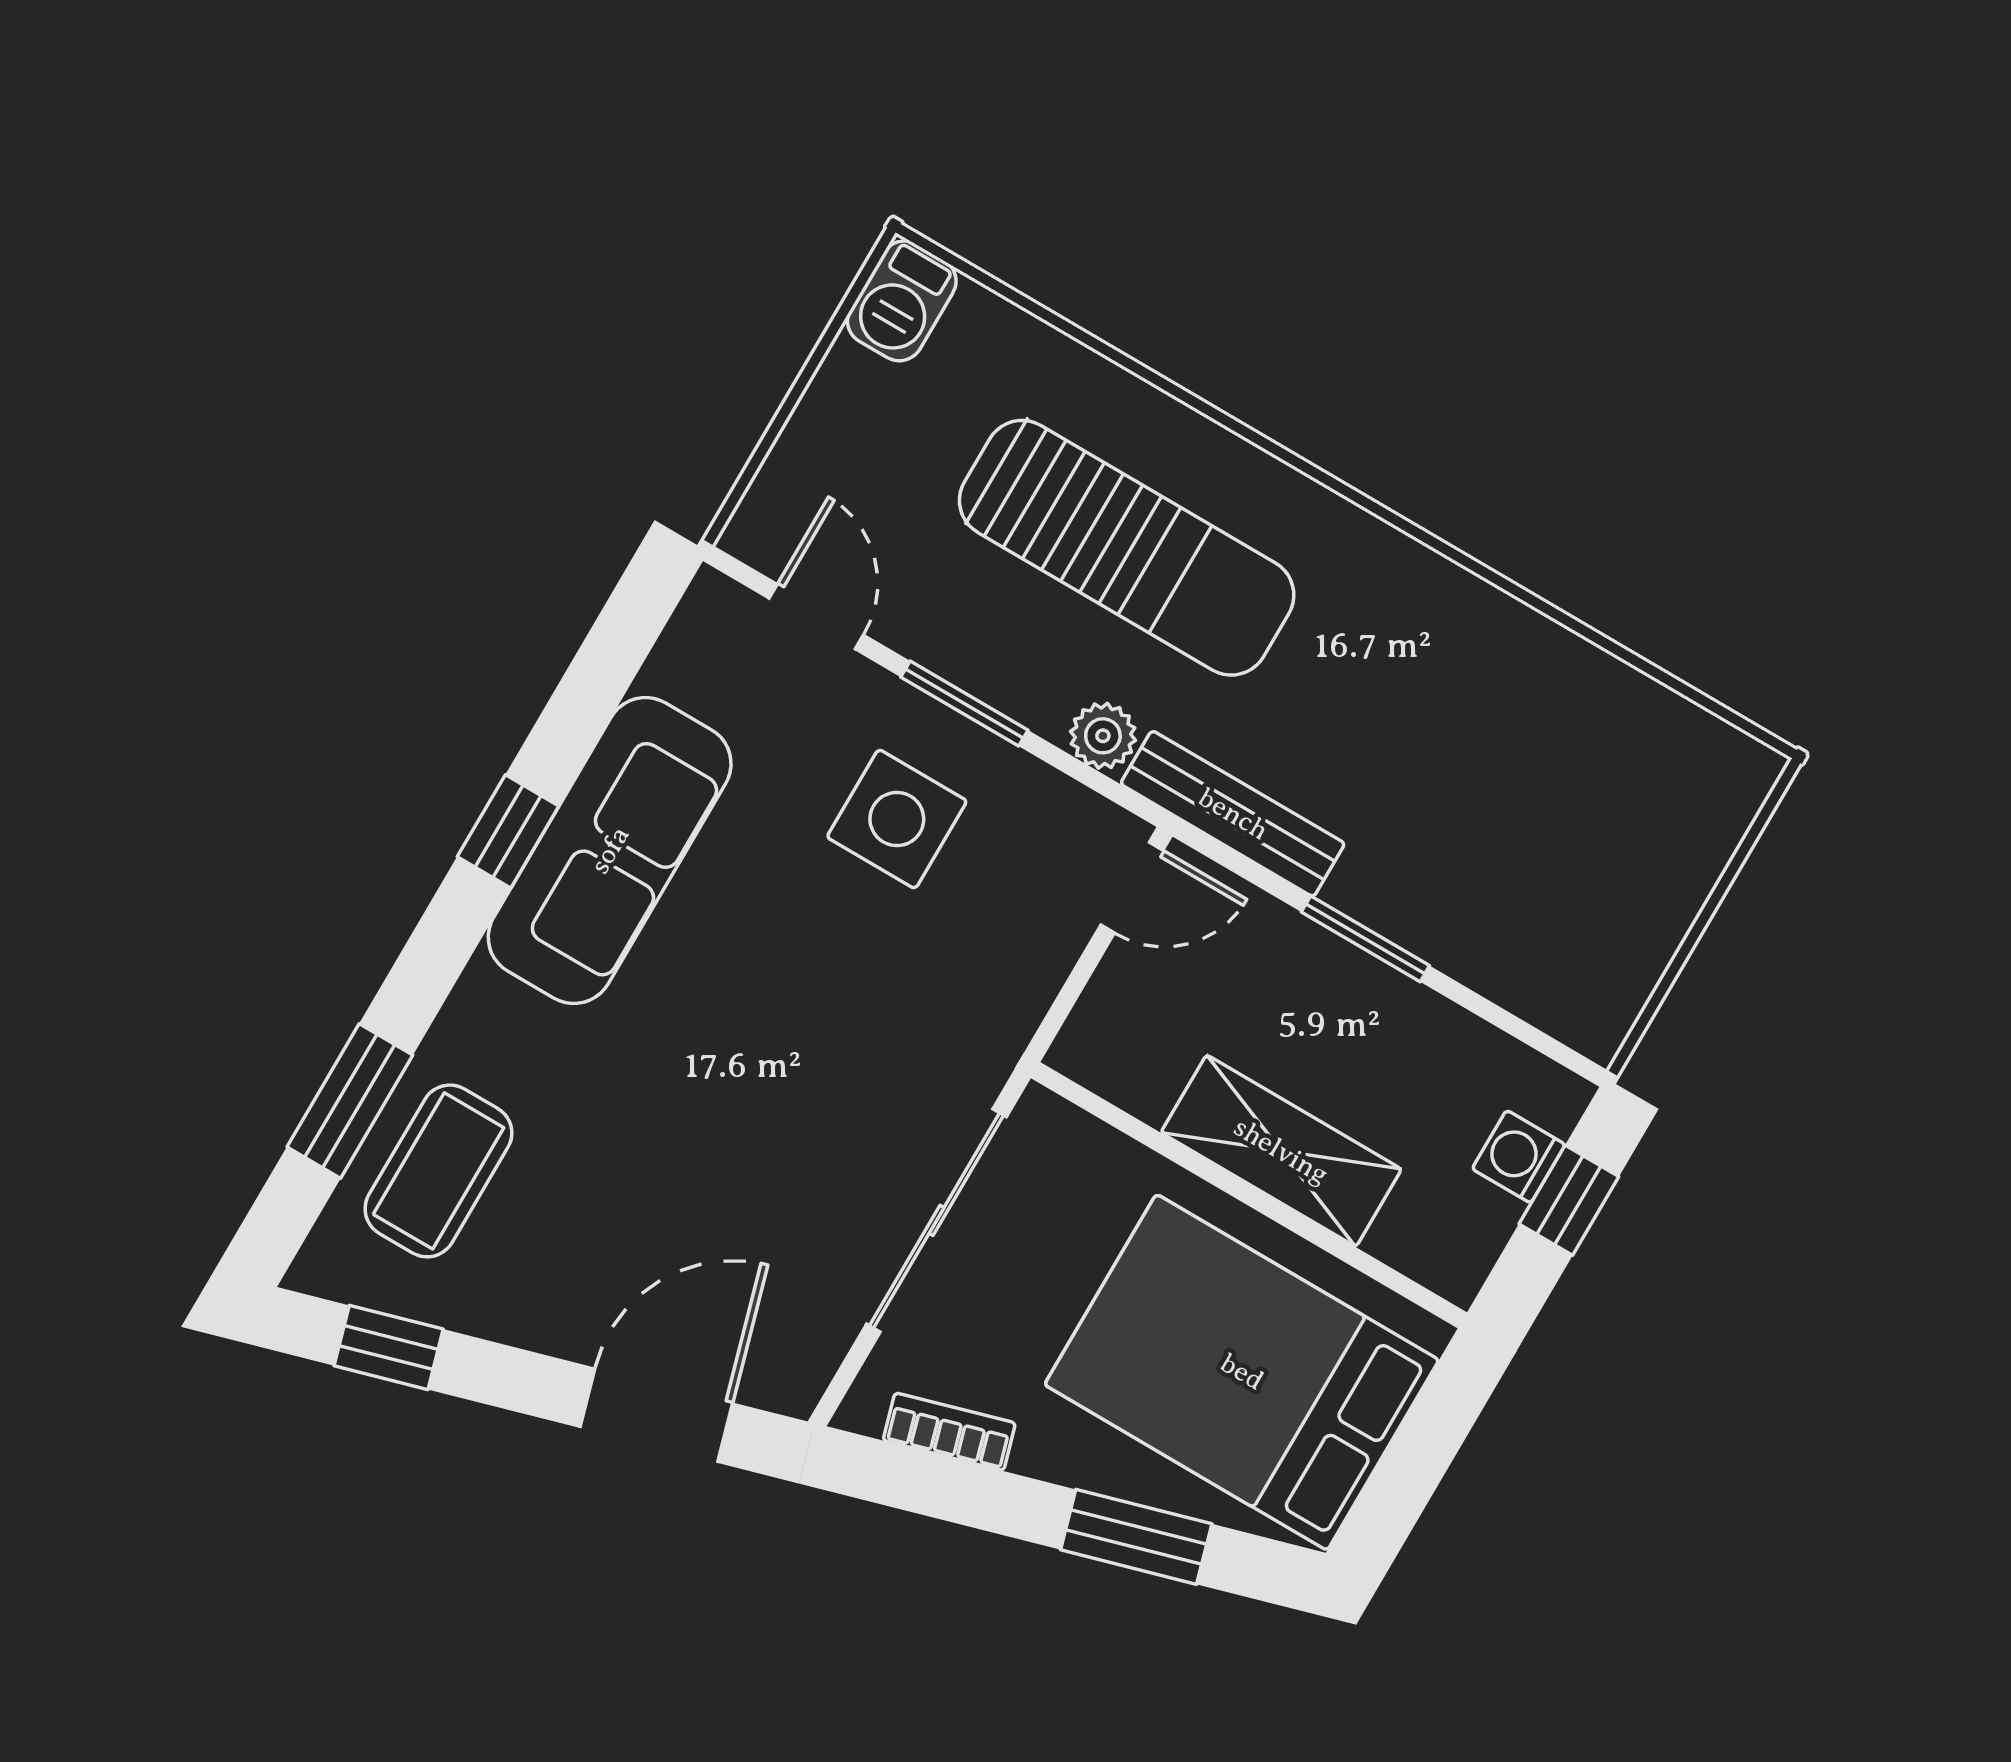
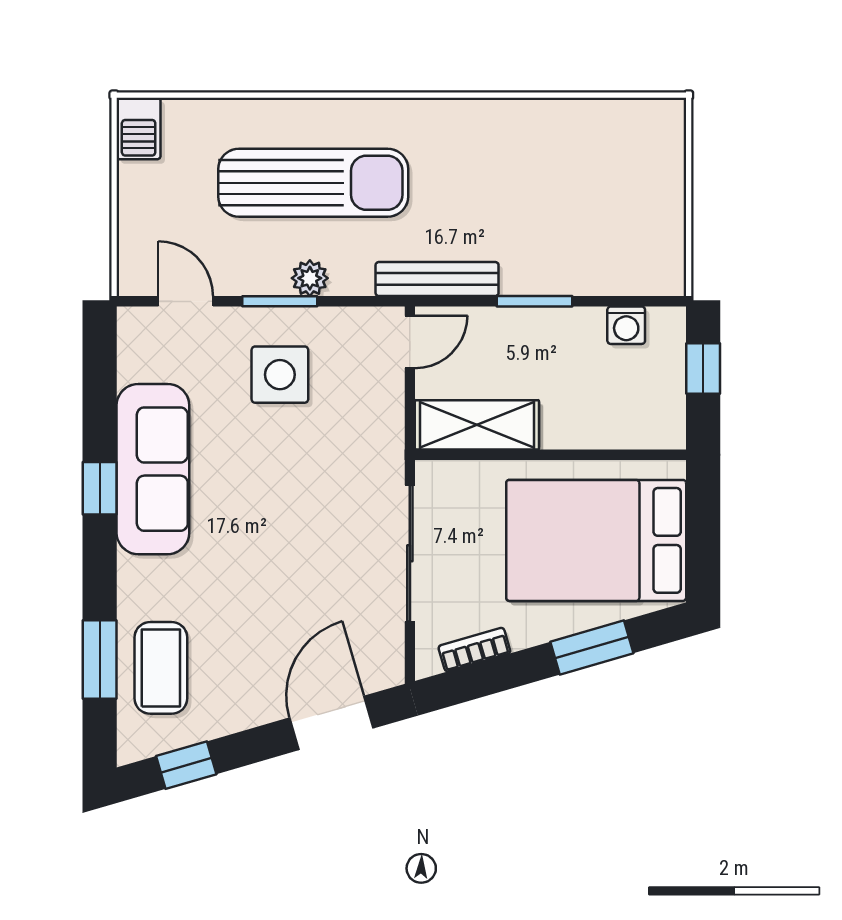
plant: (1103, 736) -> (310, 278), moved
shelving: (1281, 1151) -> (477, 425), moved
washing machine: (1519, 1157) -> (626, 325), moved, turned -90

